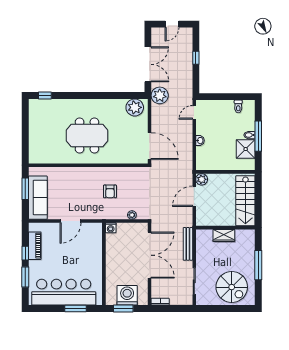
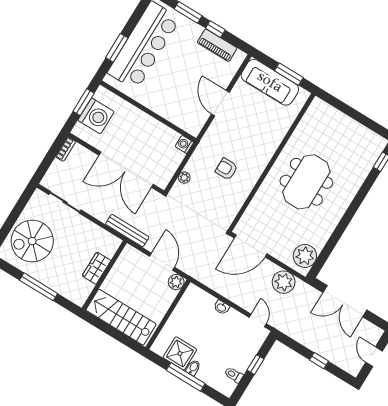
plant: (160, 95) -> (284, 282), moved
window: (223, 97) -> (255, 365), added
bench: (188, 244) -> (127, 231), moved

